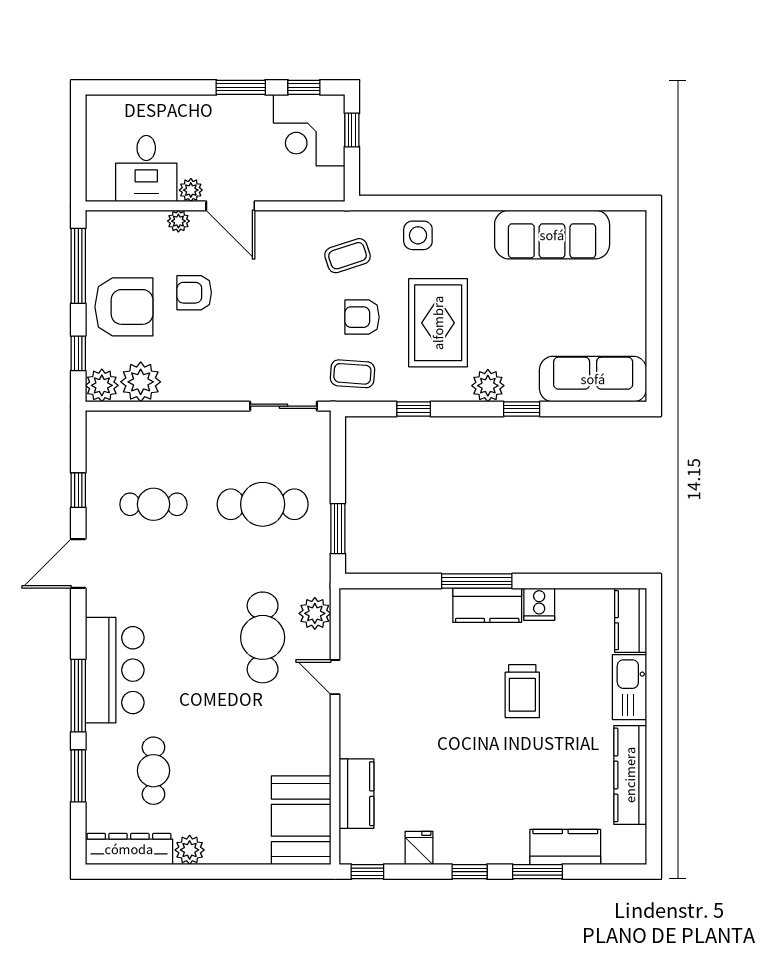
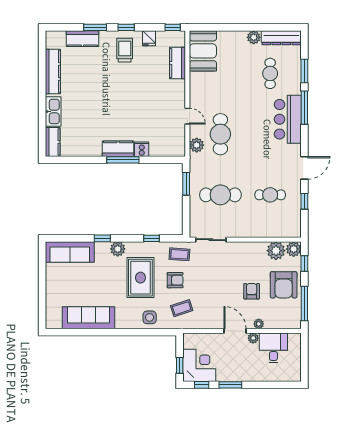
armchair: (194, 293) -> (252, 291), turned -90
armchair: (124, 307) -> (284, 285), turned -90
cooker: (539, 604) -> (142, 149), moved
trolley: (522, 691) -> (125, 50), moved

